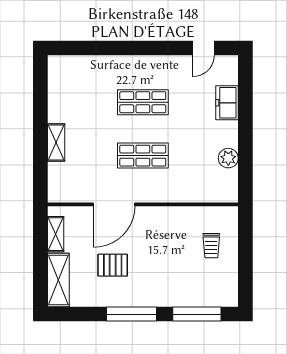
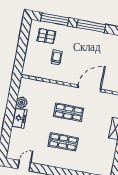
freezer: (227, 103) -> (19, 118), moved
trolley: (211, 246) -> (56, 57), moved
pallet: (113, 265) -> (46, 36), moved

